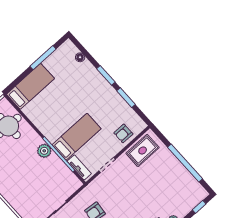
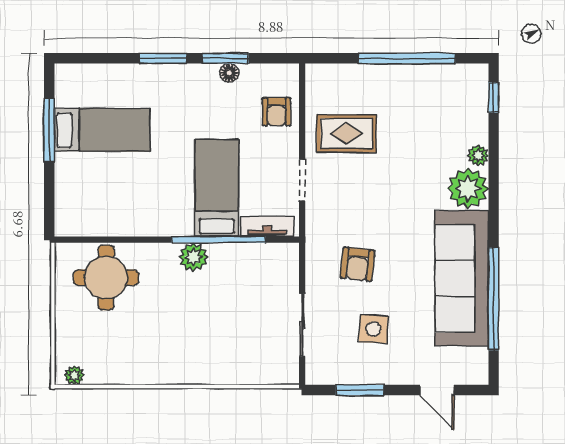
floor lamp: (80, 57) -> (229, 73), moved
bed: (30, 86) -> (102, 130), moved, turned 90
rug: (143, 150) -> (346, 134), moved, turned 90

